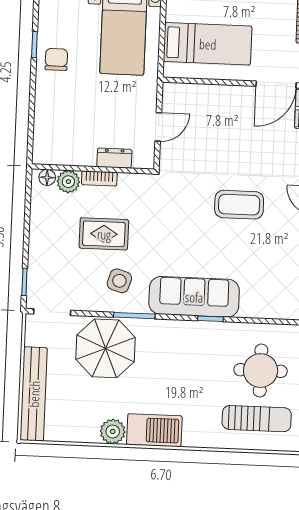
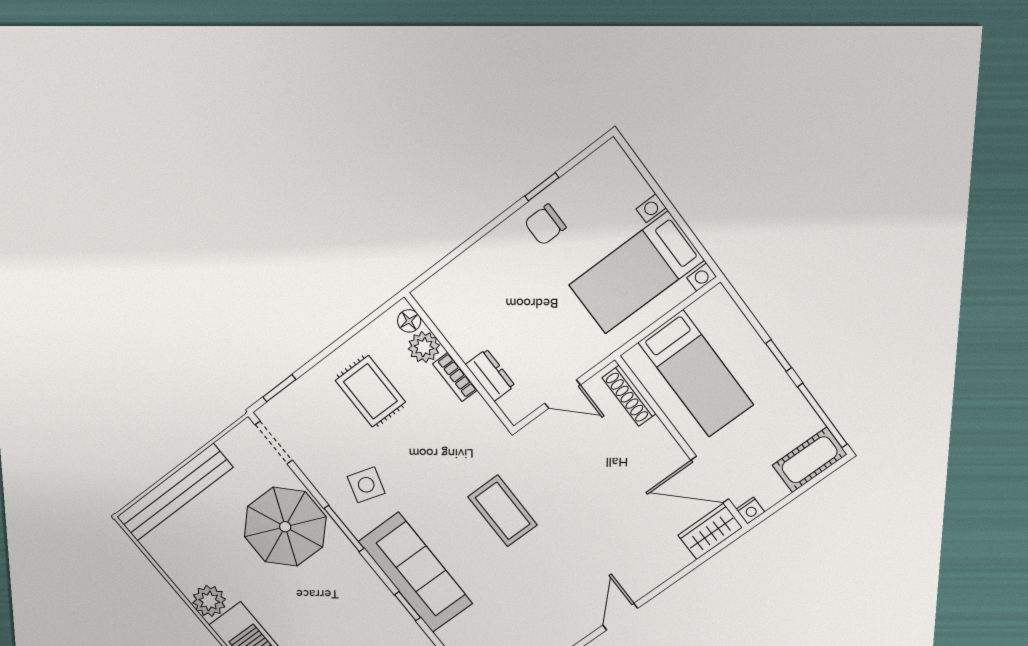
chair: (56, 59) -> (545, 225), turned 180
shoe rack: (190, 91) -> (629, 396), added
coffee table: (239, 205) -> (503, 511), moved
rug: (104, 234) -> (370, 391), moved

